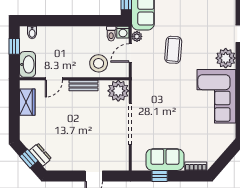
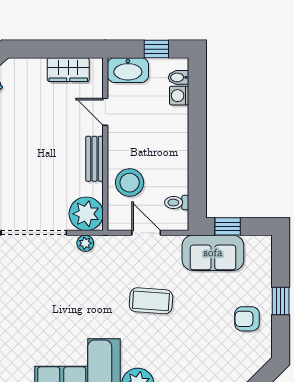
washing machine: (123, 32) -> (179, 96), moved
plant: (137, 36) -> (85, 243), moved

